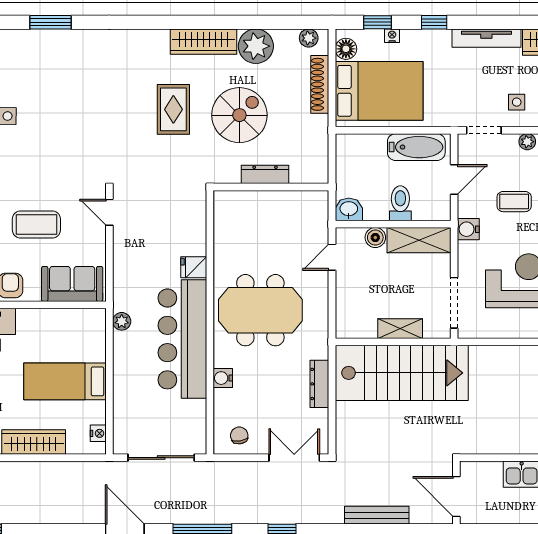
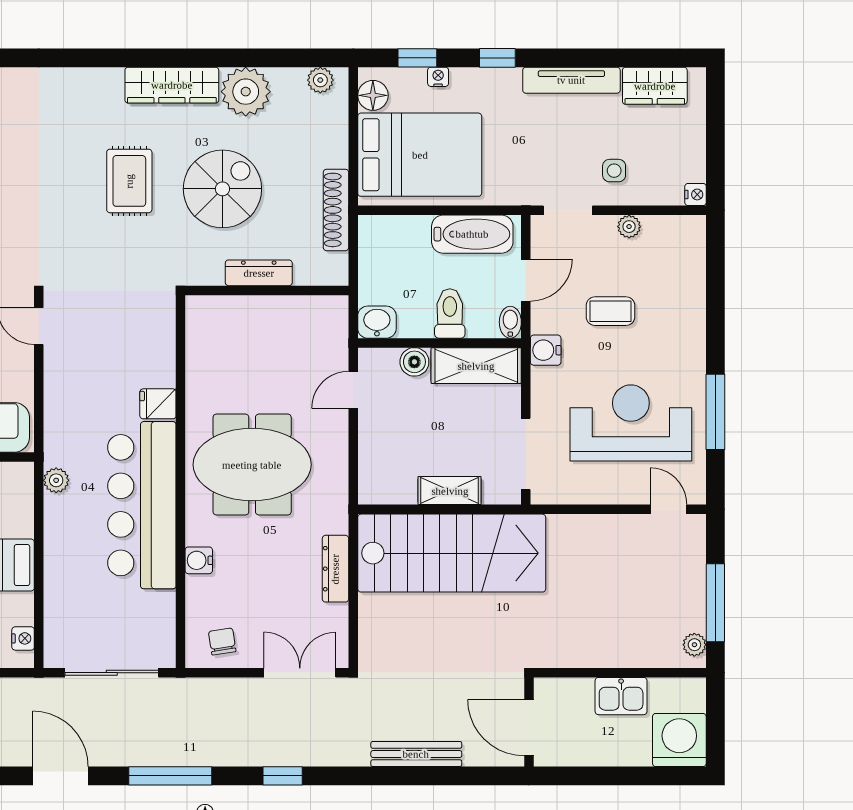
shoe rack: (320, 84) -> (336, 210), moved
bidet: (443, 209) -> (510, 322), added

